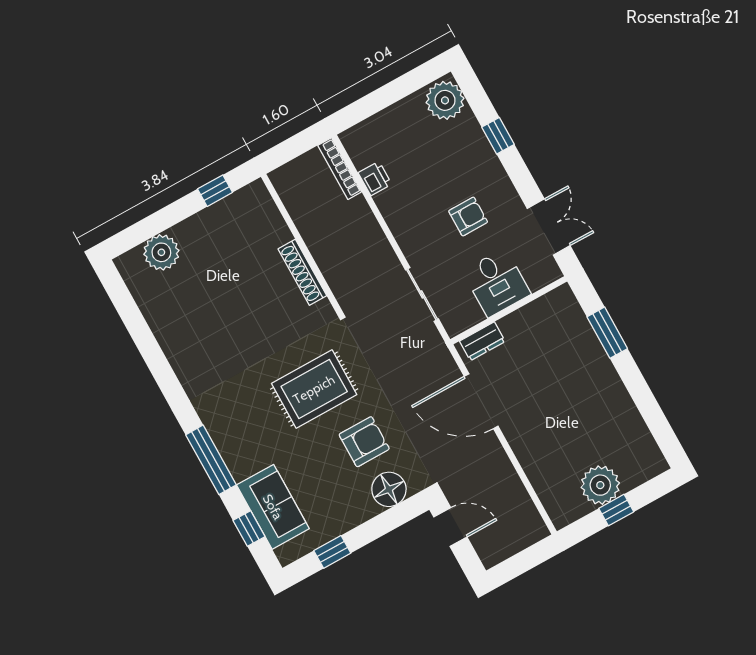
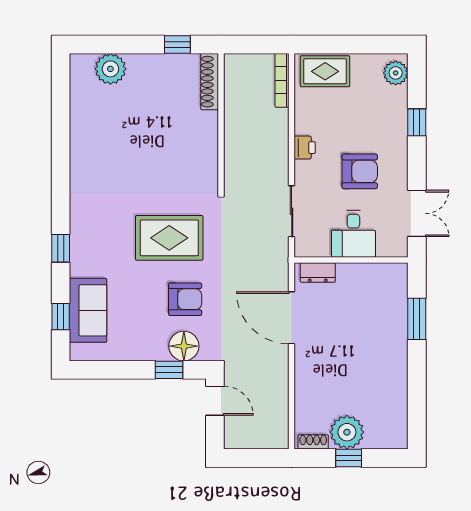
plant: (445, 100) -> (396, 73), width x0.73, depth x0.73
rug: (378, 135) -> (325, 71), added
printer: (375, 178) -> (305, 148), moved
armchair: (468, 217) -> (360, 171), width x1.38, depth x1.38
shoe rack: (302, 272) -> (210, 82), moved
window: (211, 460) -> (61, 248), width x0.46
shoe rack: (572, 514) -> (313, 442), added
window: (332, 552) -> (169, 370), moved

